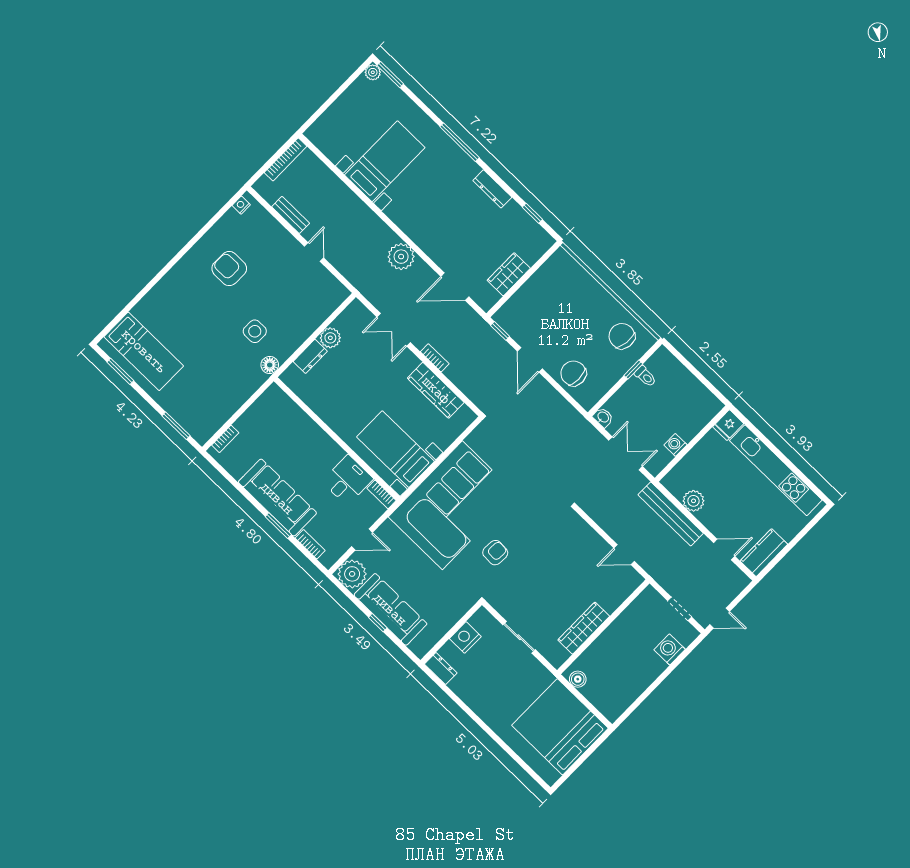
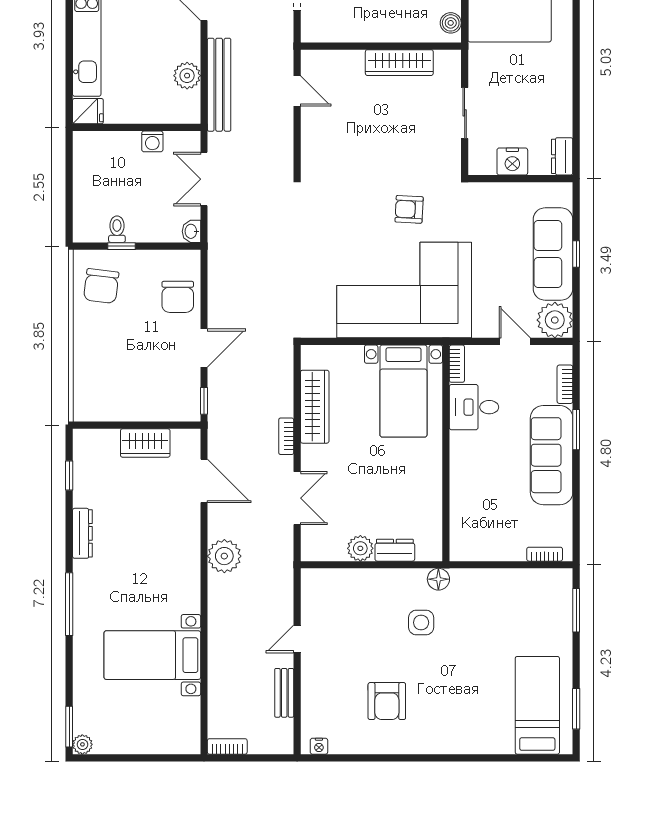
bookcase: (286, 159) -> (227, 746), width x0.64

